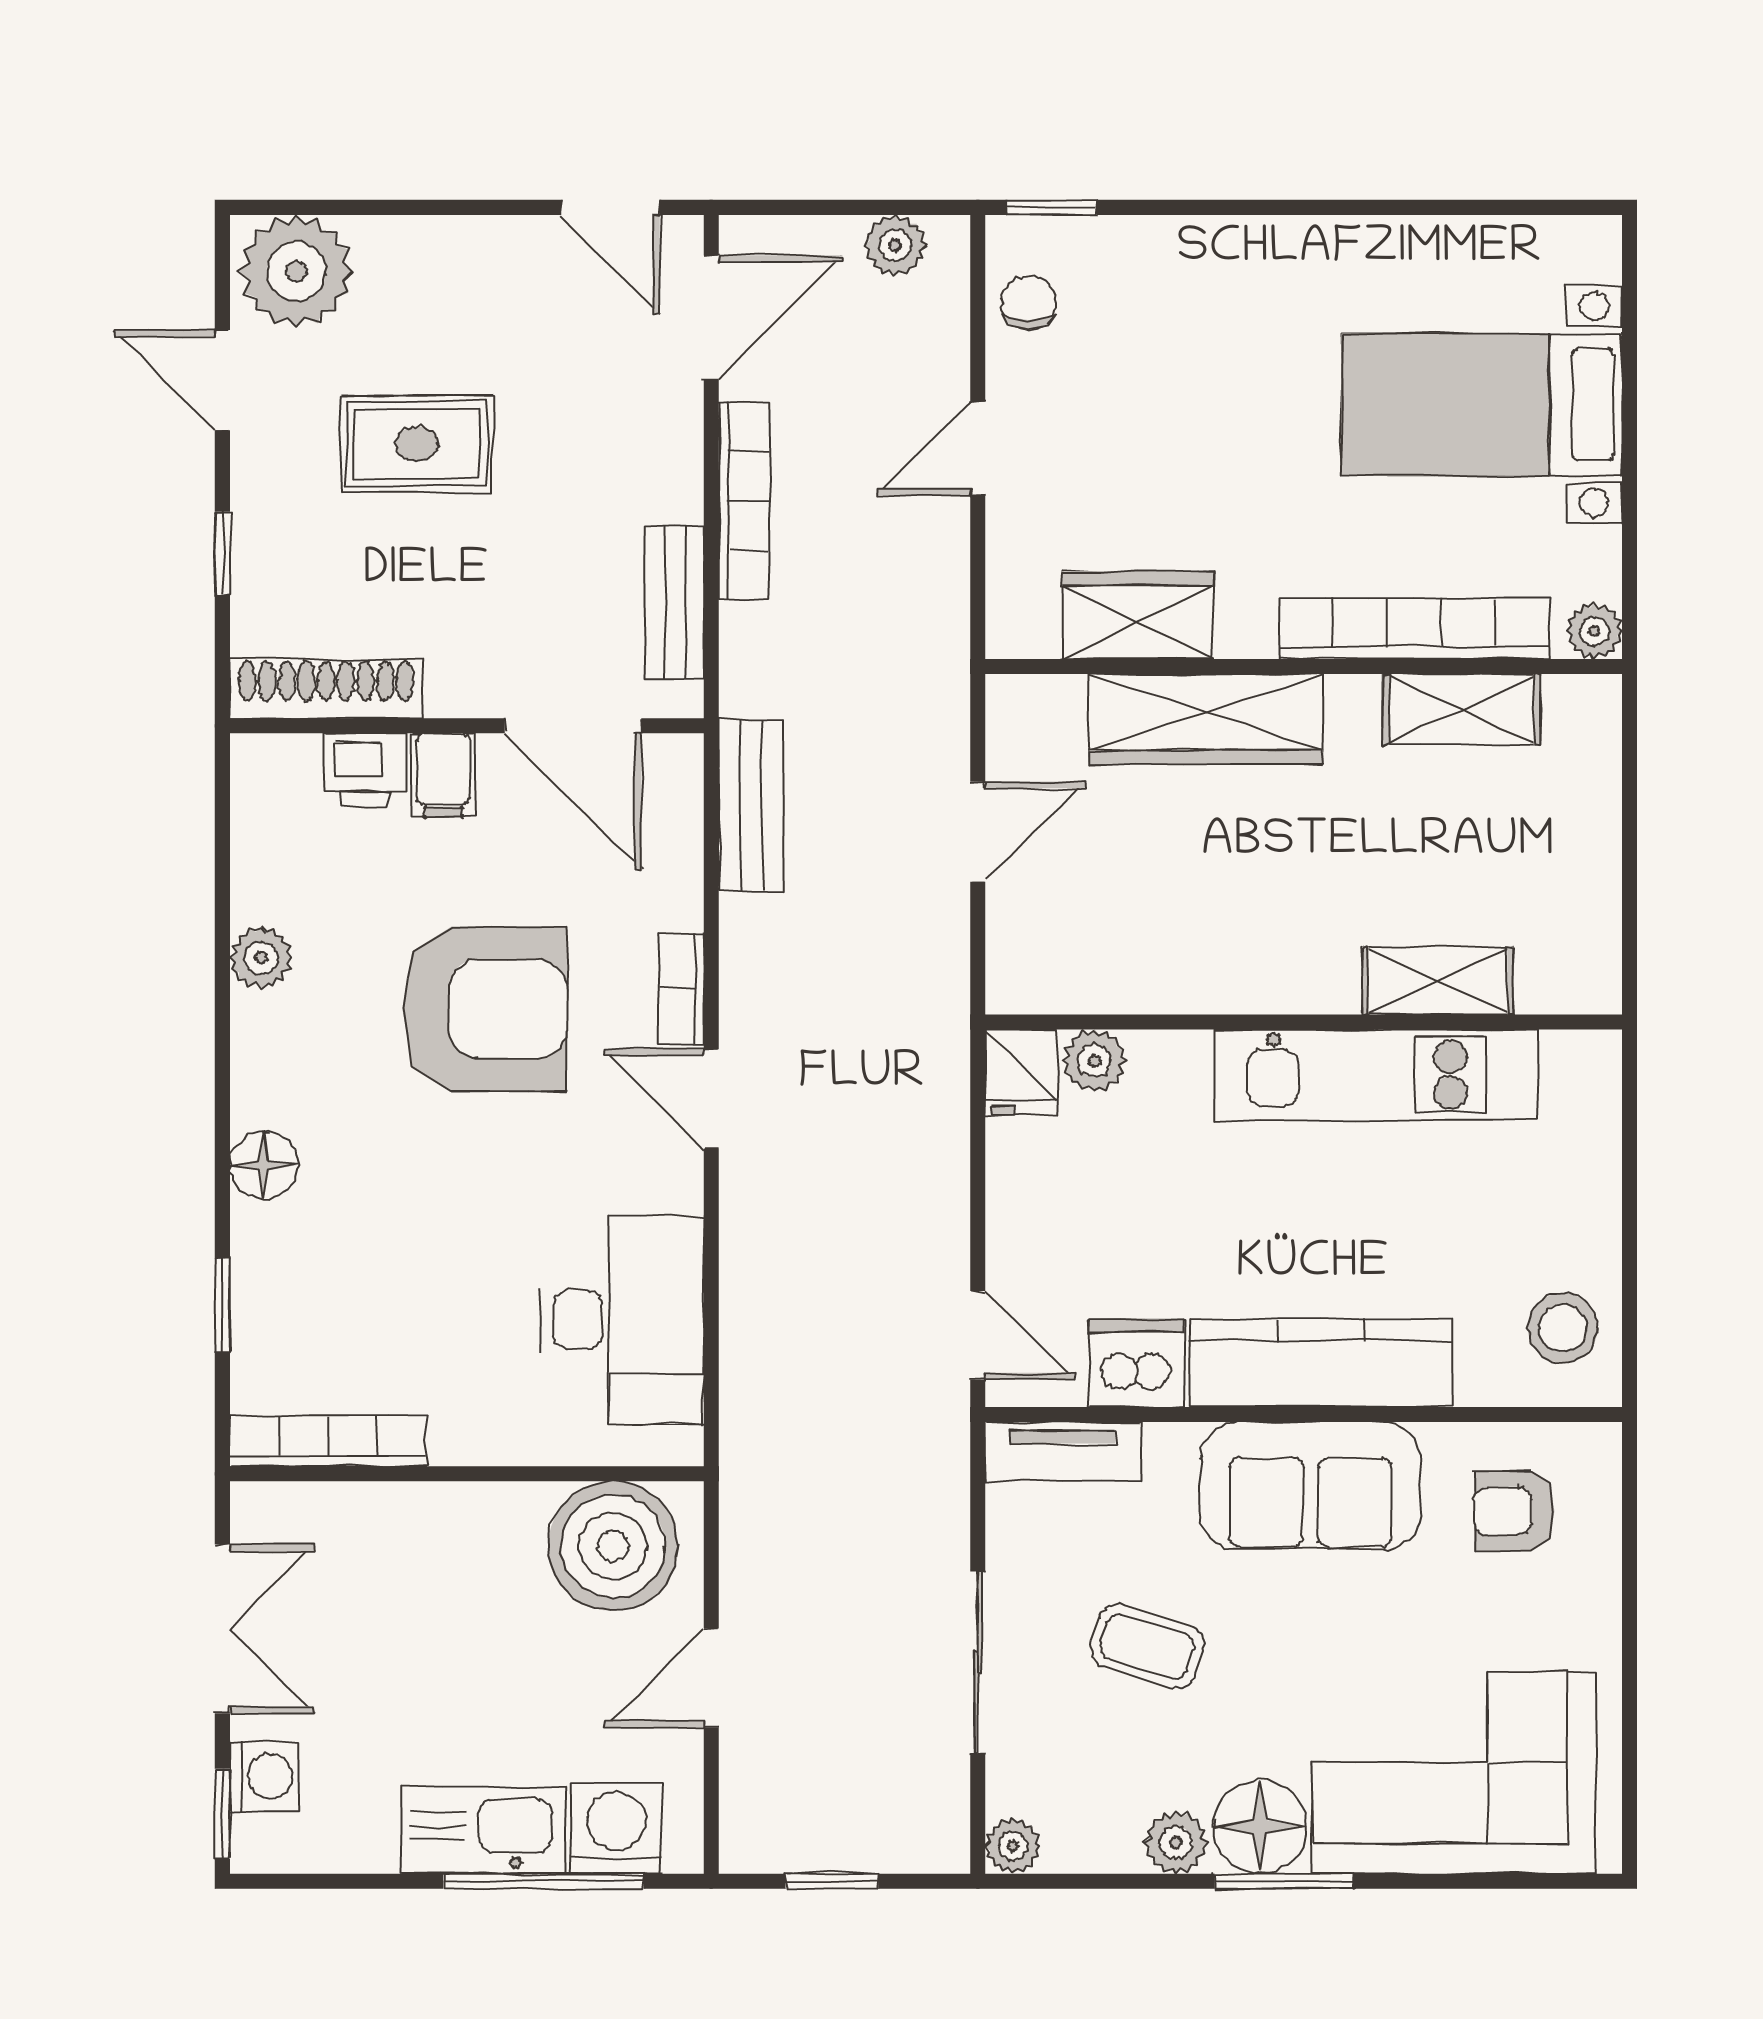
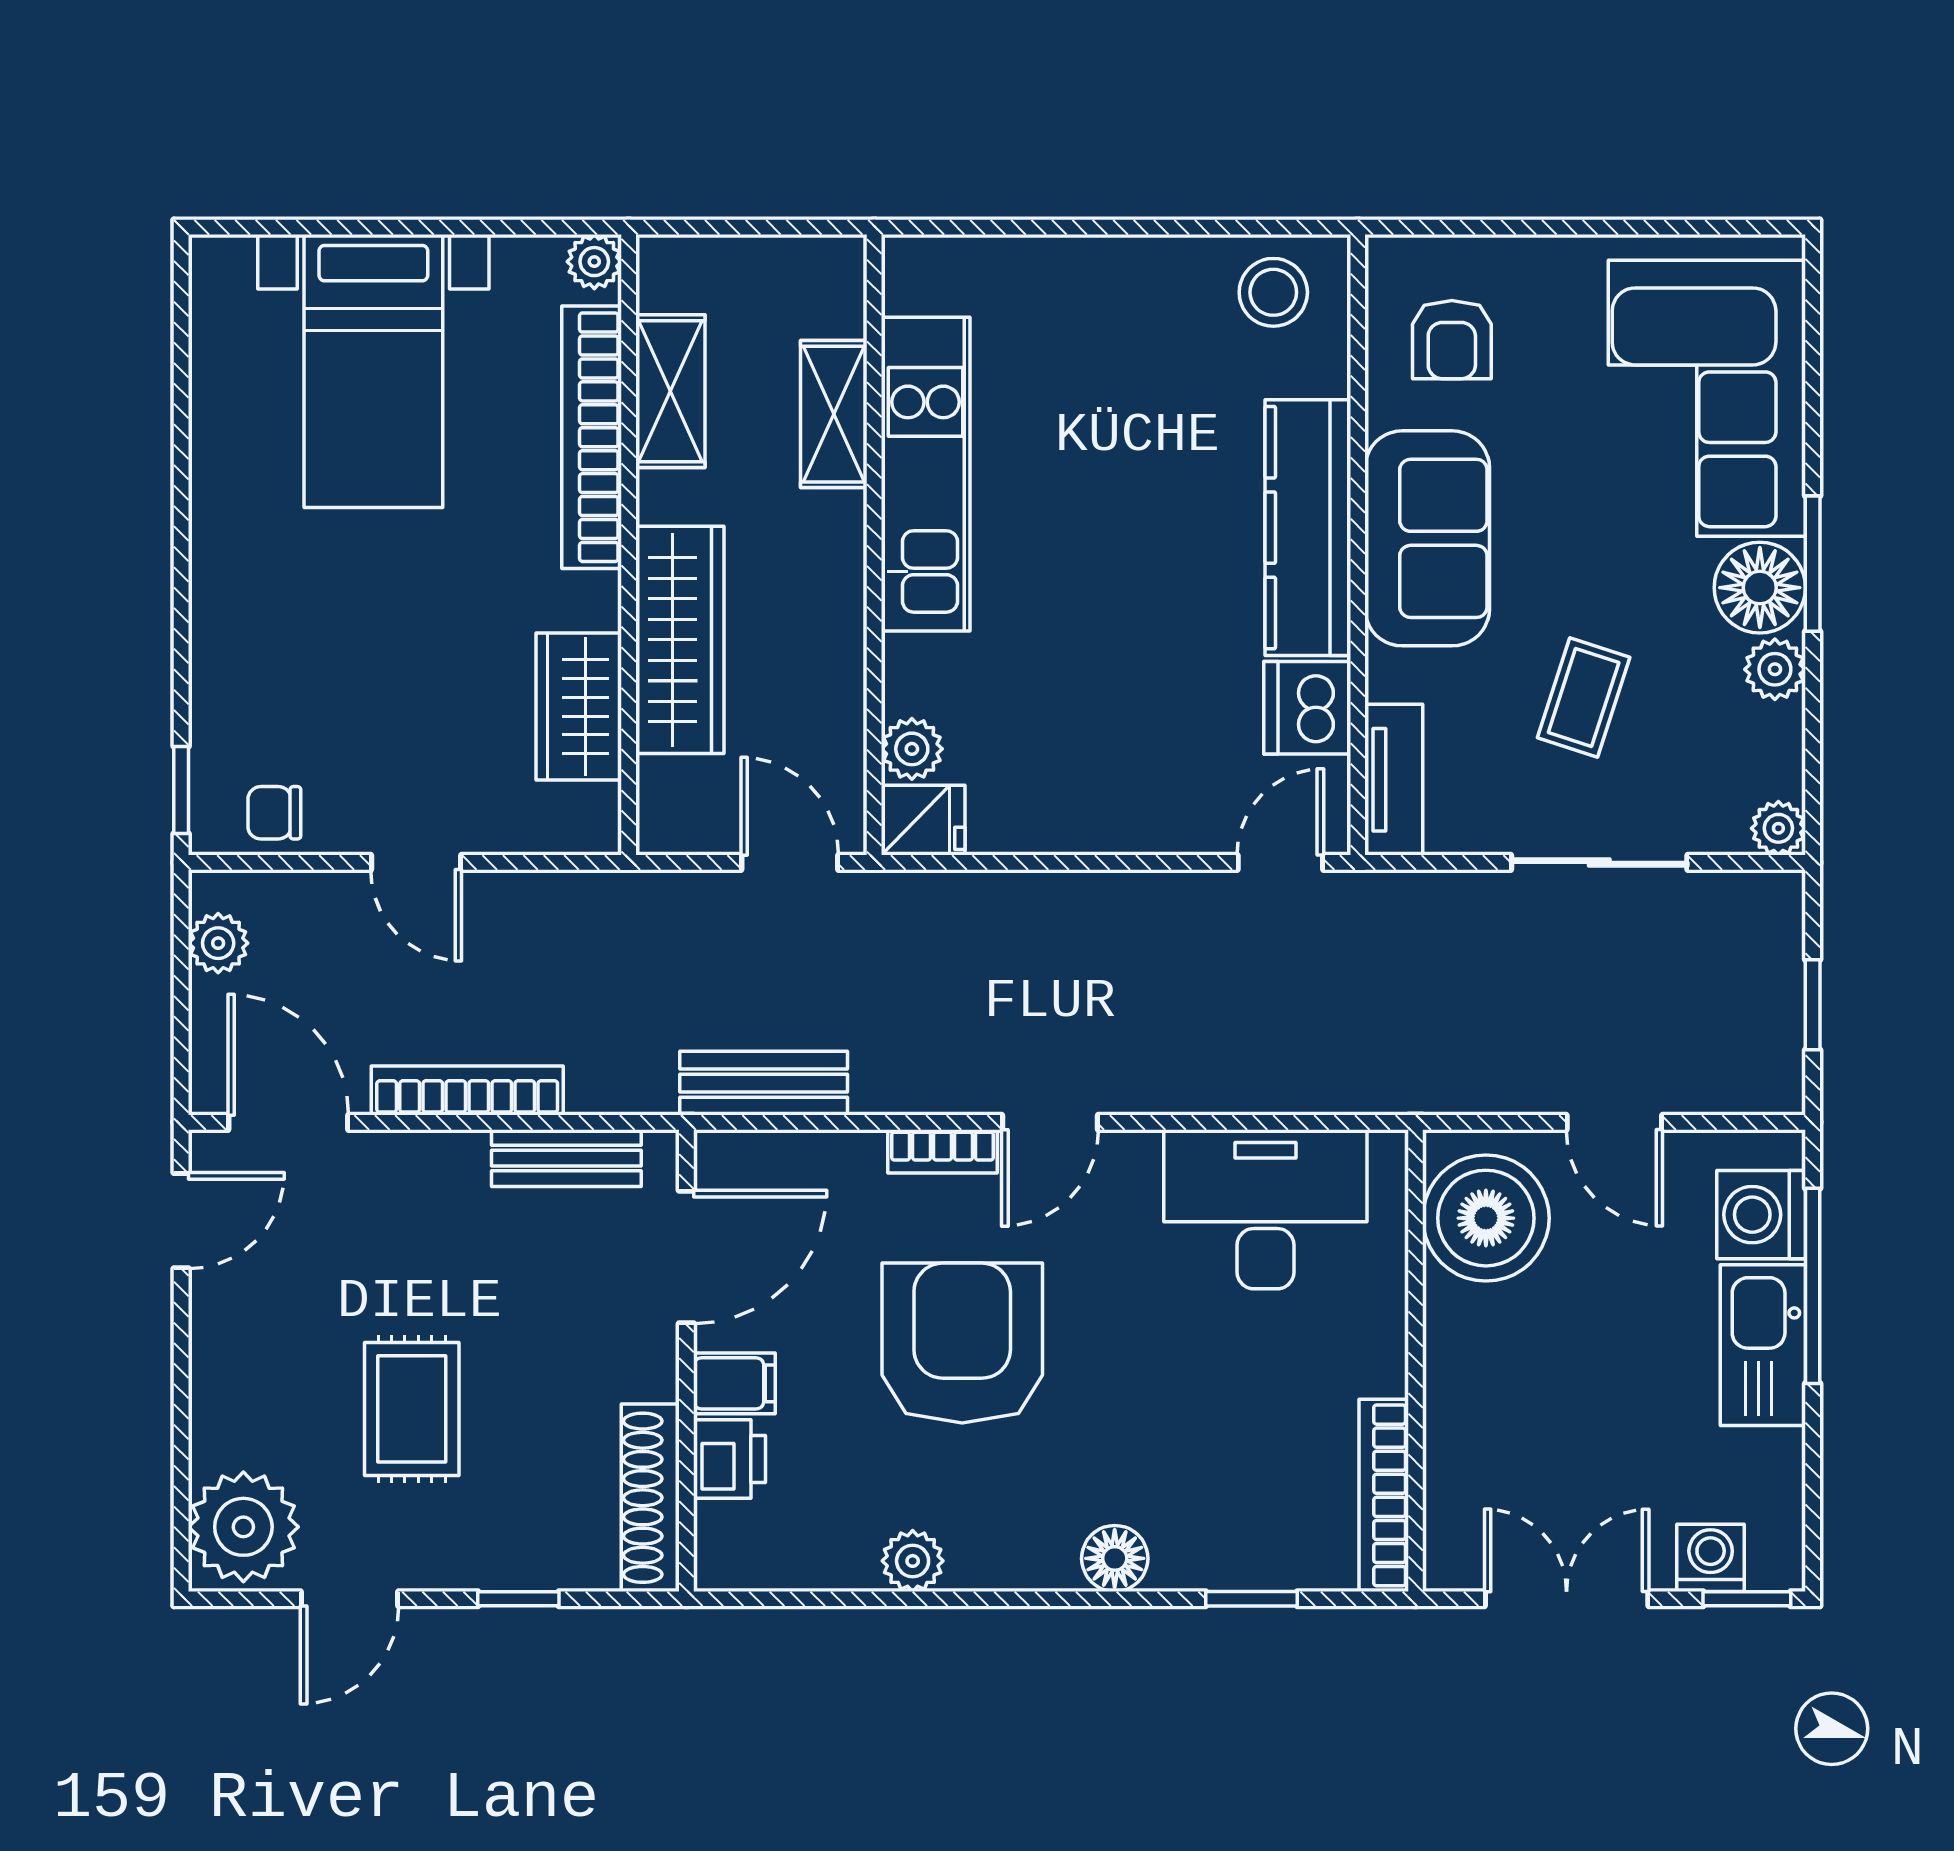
shelving: (1438, 981) -> (834, 414), moved
wall: (1304, 1022) -> (874, 545), moved
plant: (1094, 1061) -> (912, 749), moved
fridge: (1021, 1072) -> (923, 820), moved
kitchen unit: (1376, 1075) -> (926, 474), moved

